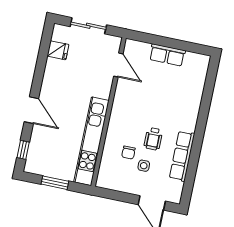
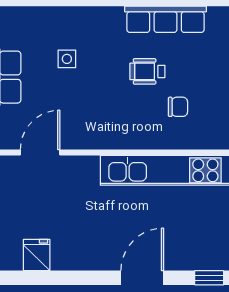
wheelchair: (153, 139) -> (147, 71), turned 180
side table: (144, 166) -> (67, 59), moved

